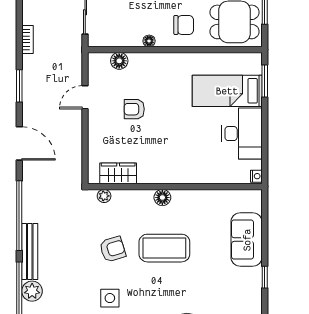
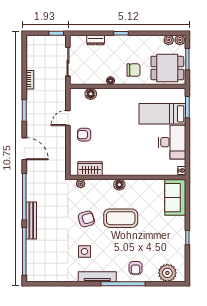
armchair: (134, 109) -> (84, 135), moved
sofa: (247, 240) -> (175, 198), moved
plant: (32, 291) -> (33, 247), removed

